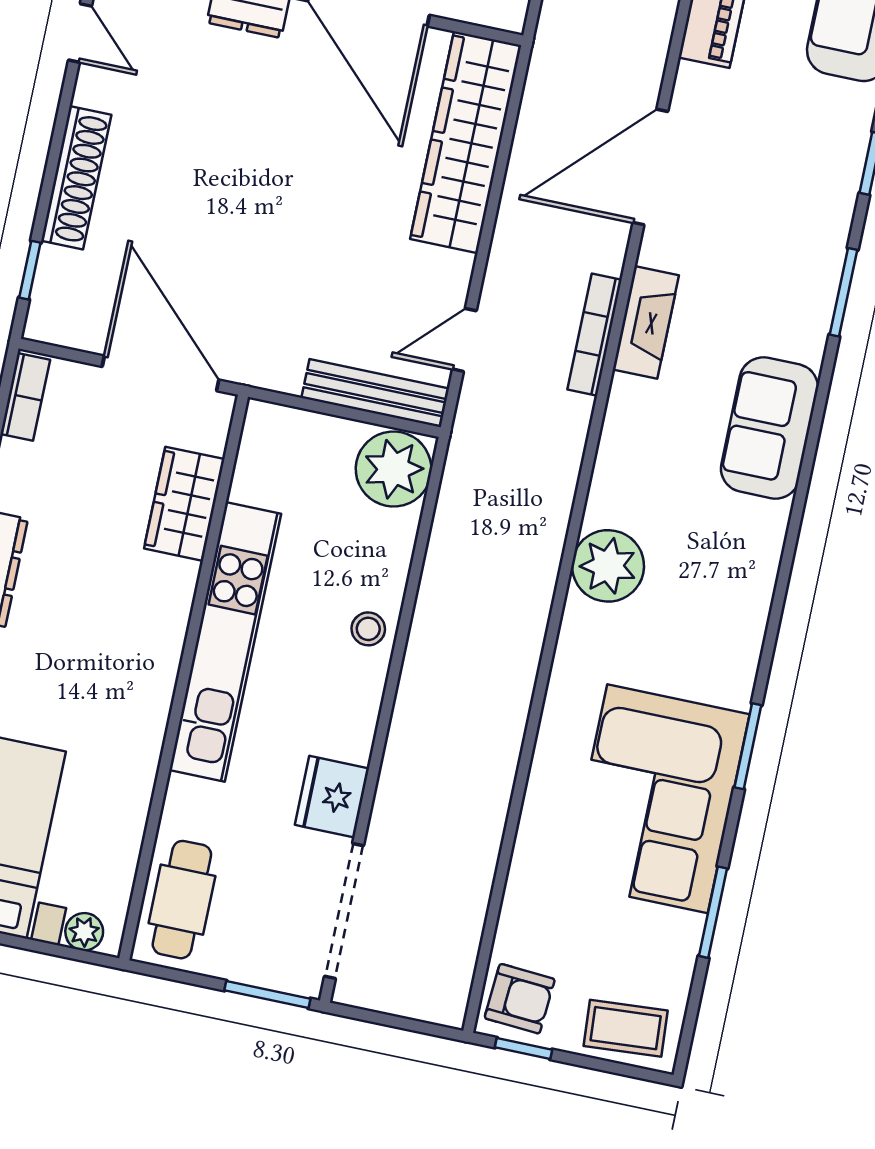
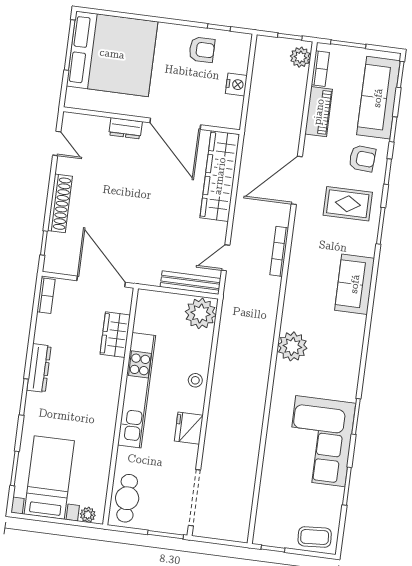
rug: (768, 233) -> (348, 204), added
fireplace: (646, 322) -> (300, 245), removed
fridge: (332, 797) -> (189, 428), moved
armchair: (520, 999) -> (362, 158), moved

